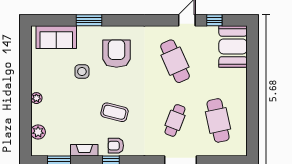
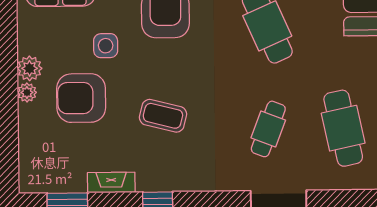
plant: (38, 132) -> (30, 68), moved
armchair: (116, 146) -> (81, 98), moved, width x1.88, depth x1.88

